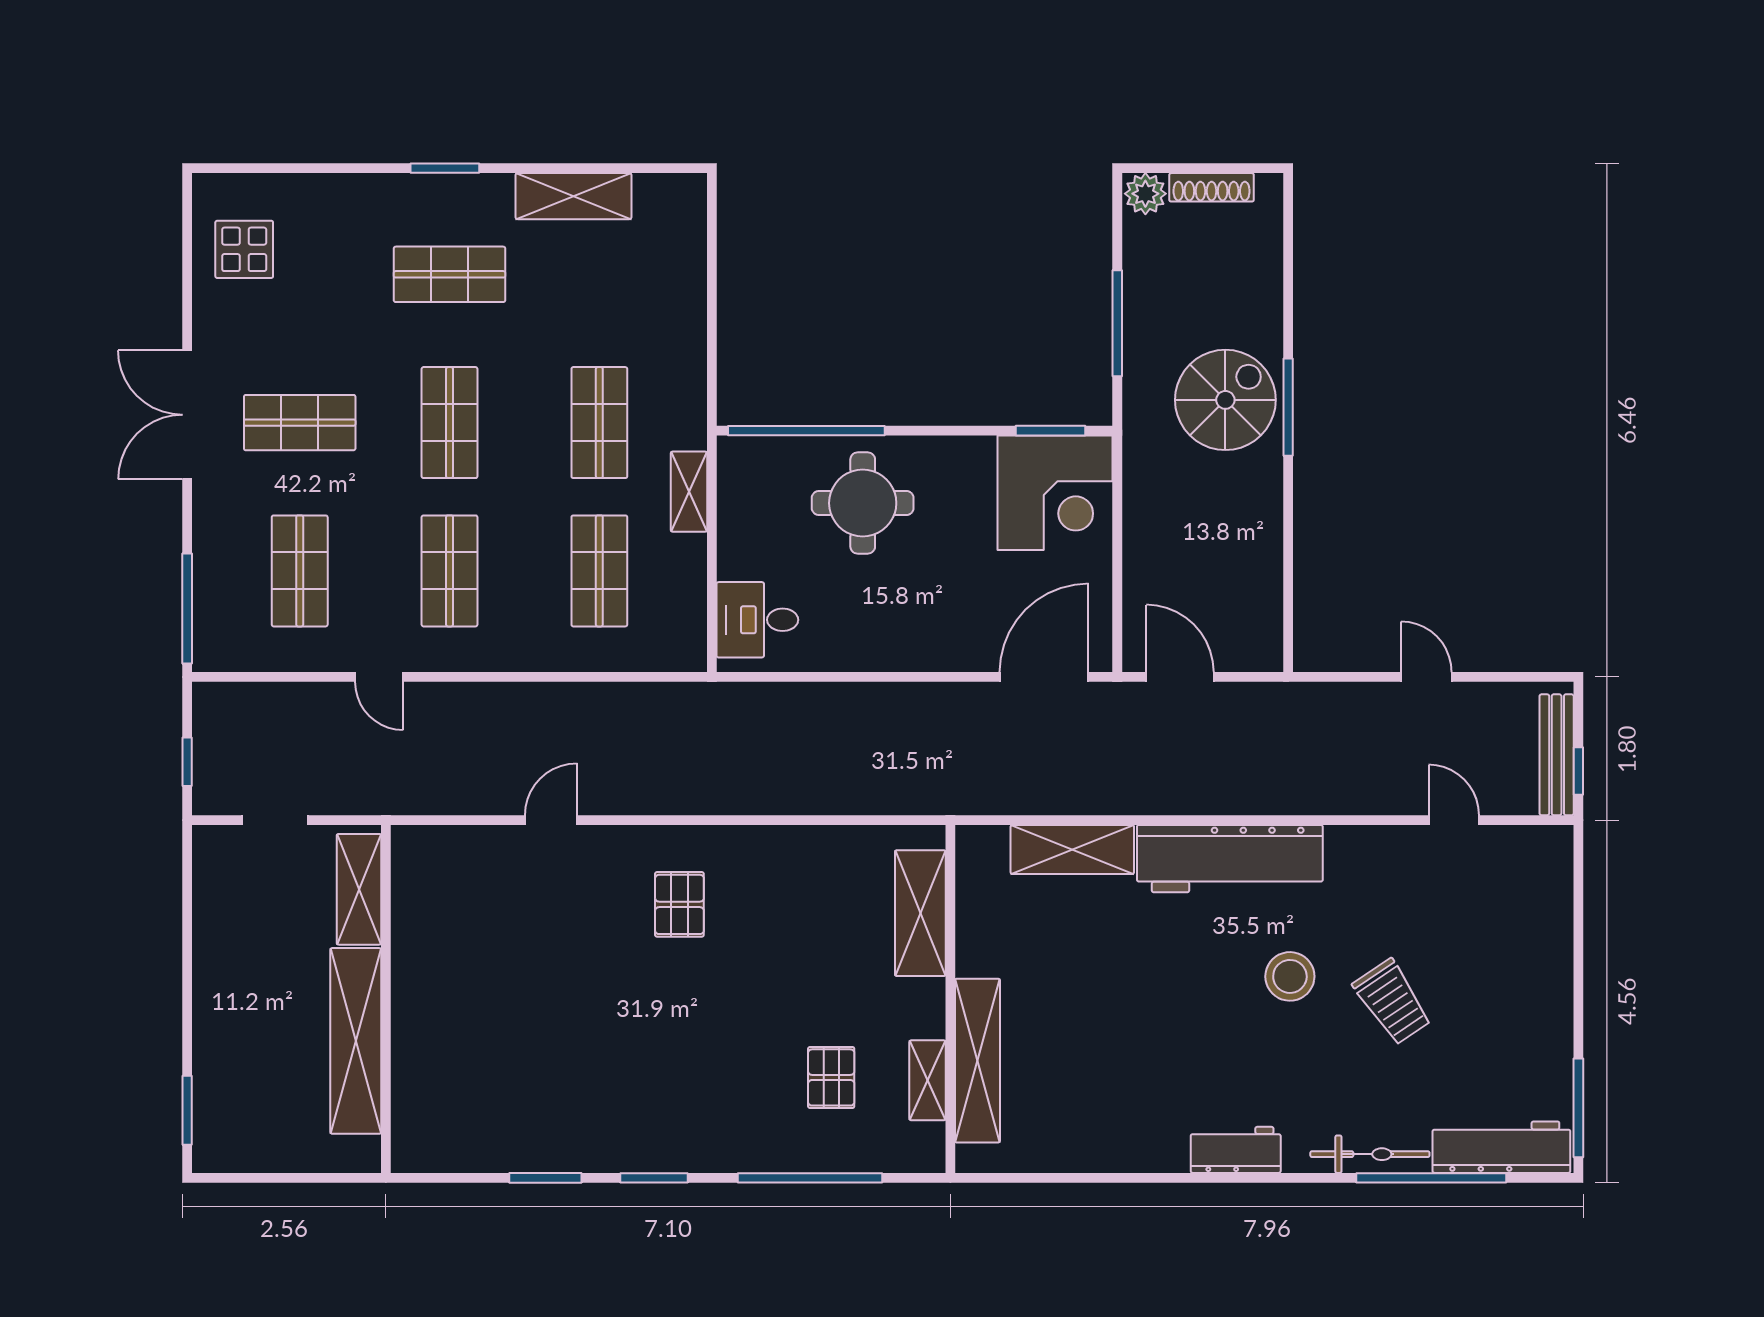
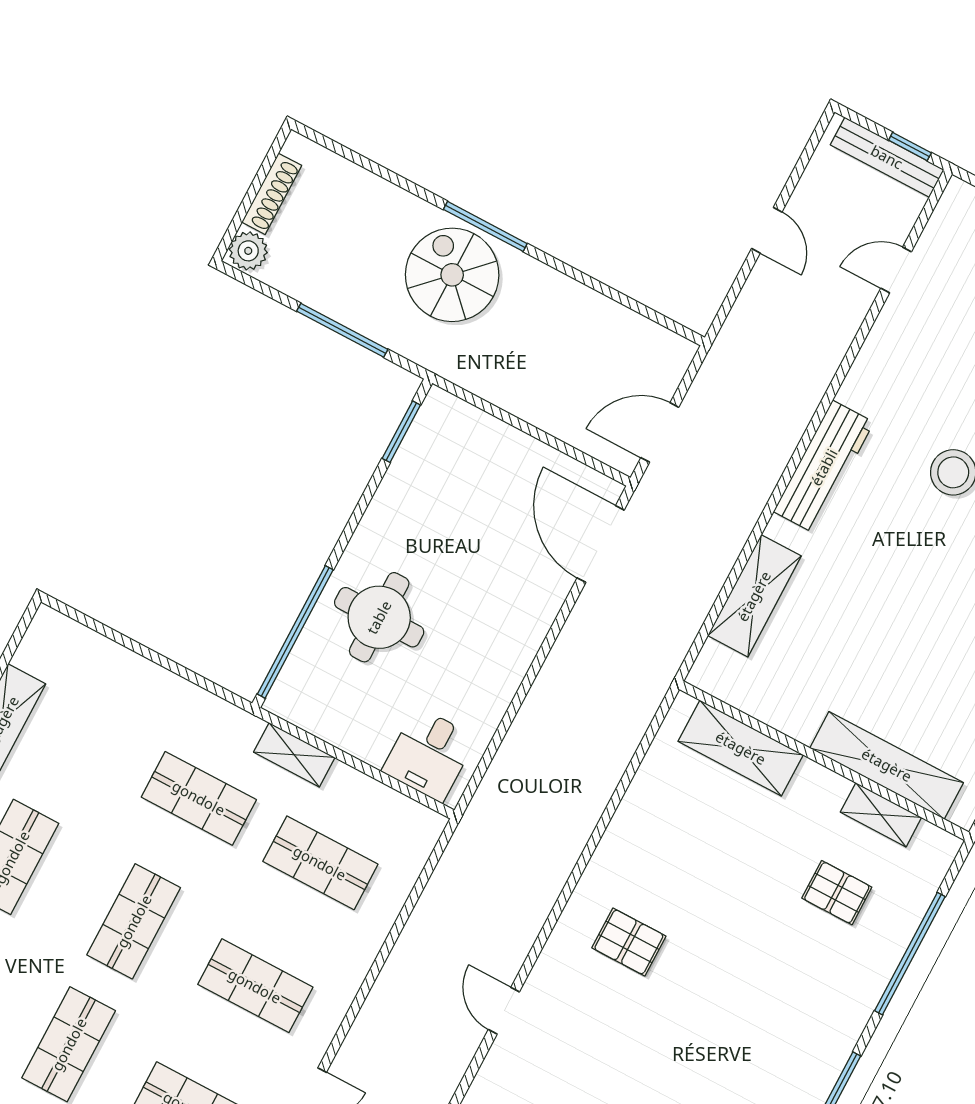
shop shelf: (450, 423) -> (134, 921), turned 90
corner desk: (1055, 493) -> (454, 455), removed
door: (1426, 677) -> (767, 230), swing flipped
workbench: (1230, 859) -> (824, 467), width x0.73, depth x0.76

